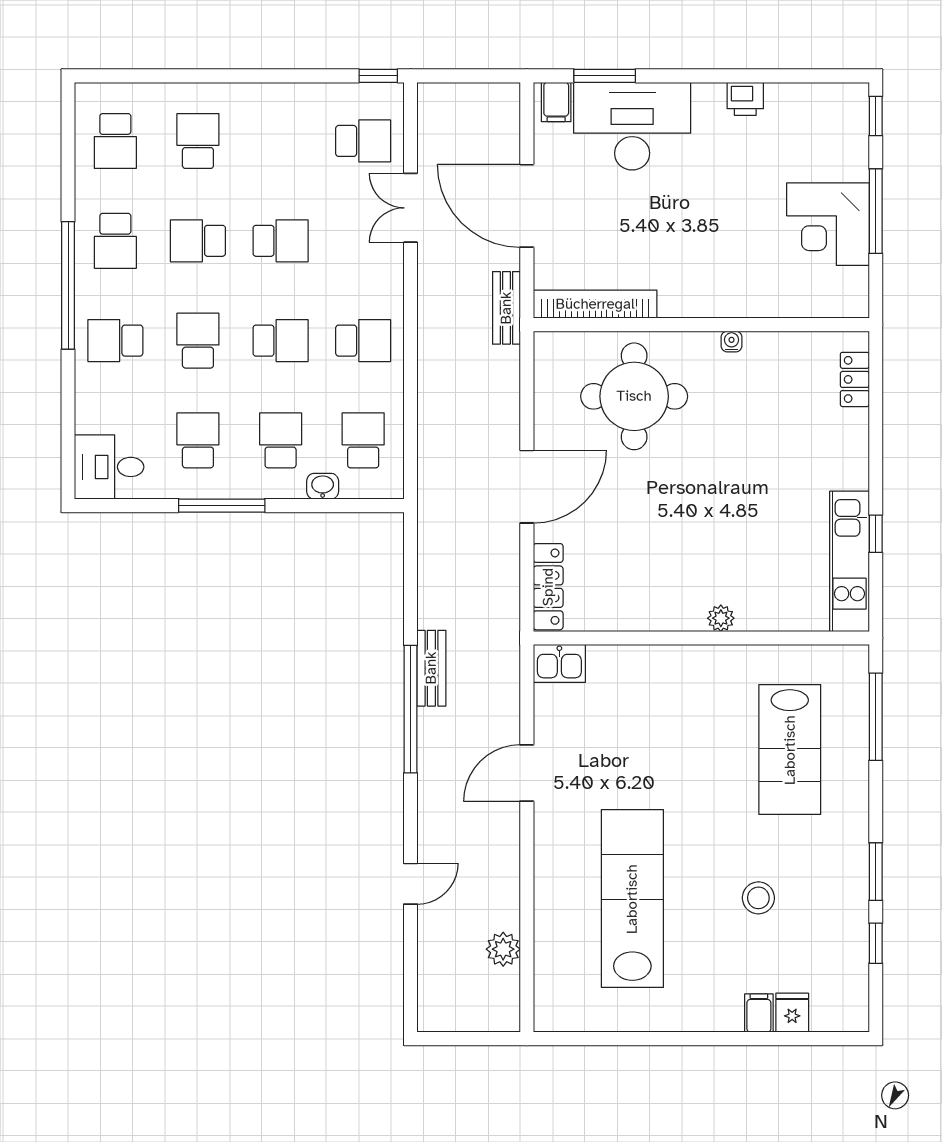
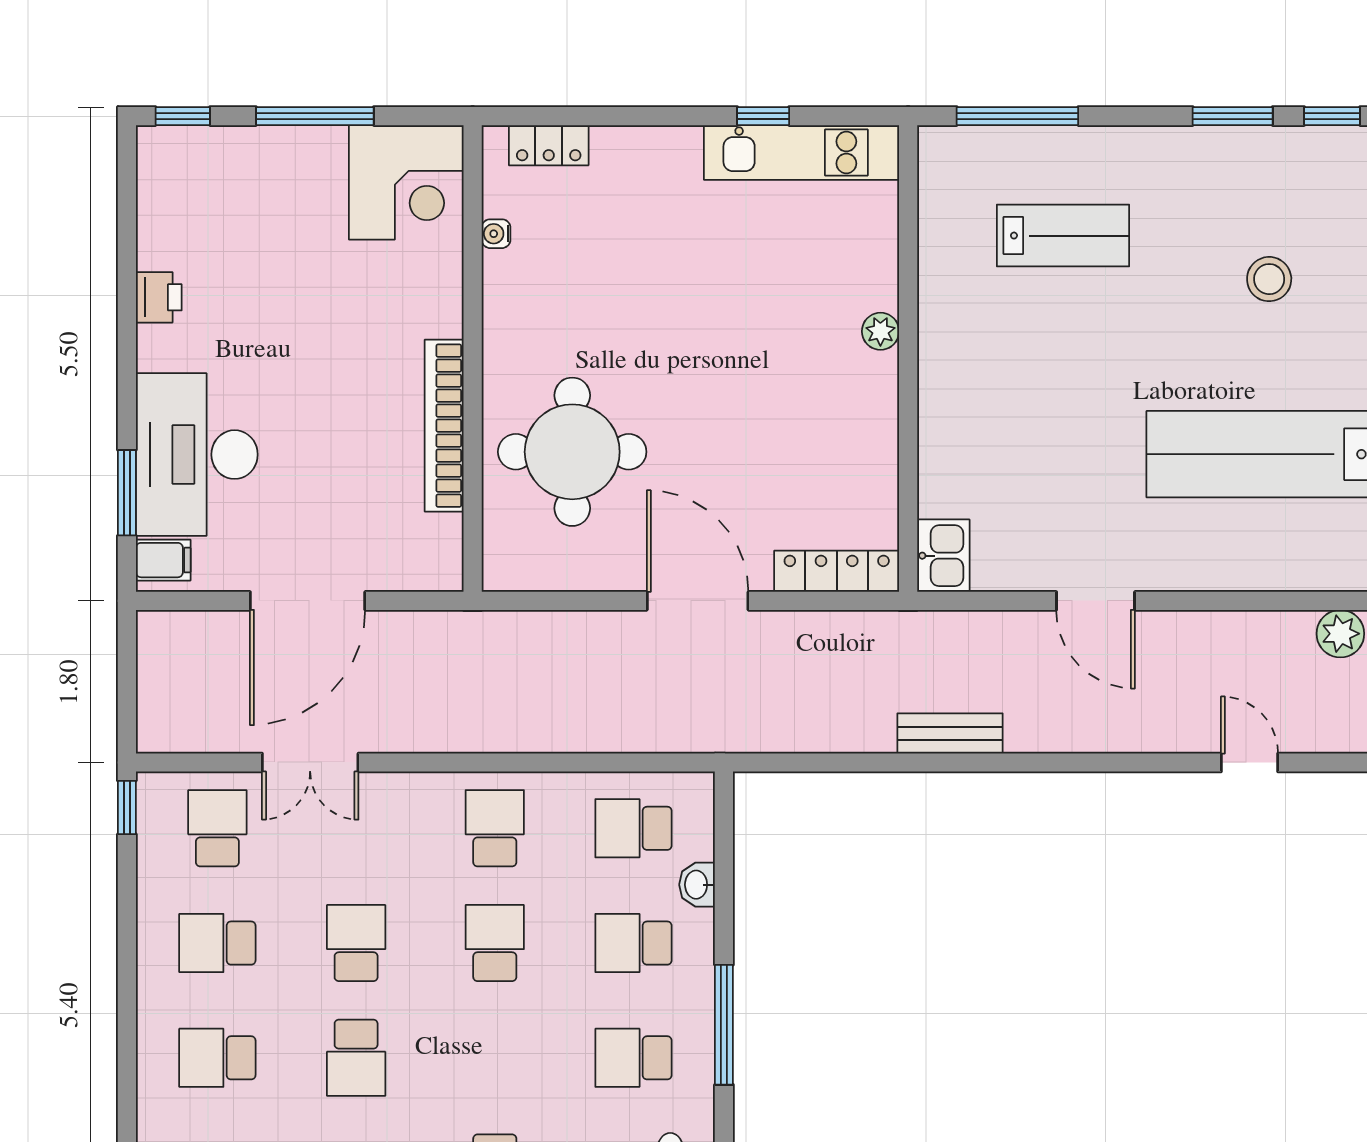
corner desk: (828, 224) -> (406, 182), moved
bookcase: (595, 304) -> (444, 426), moved
bench: (506, 308) -> (449, 629), removed
school desk: (198, 341) -> (217, 943), moved
water cooler: (732, 341) -> (496, 234), moved
window: (410, 709) -> (1007, 762), removed
lab bench: (790, 750) -> (1063, 236), width x0.73, depth x0.72

